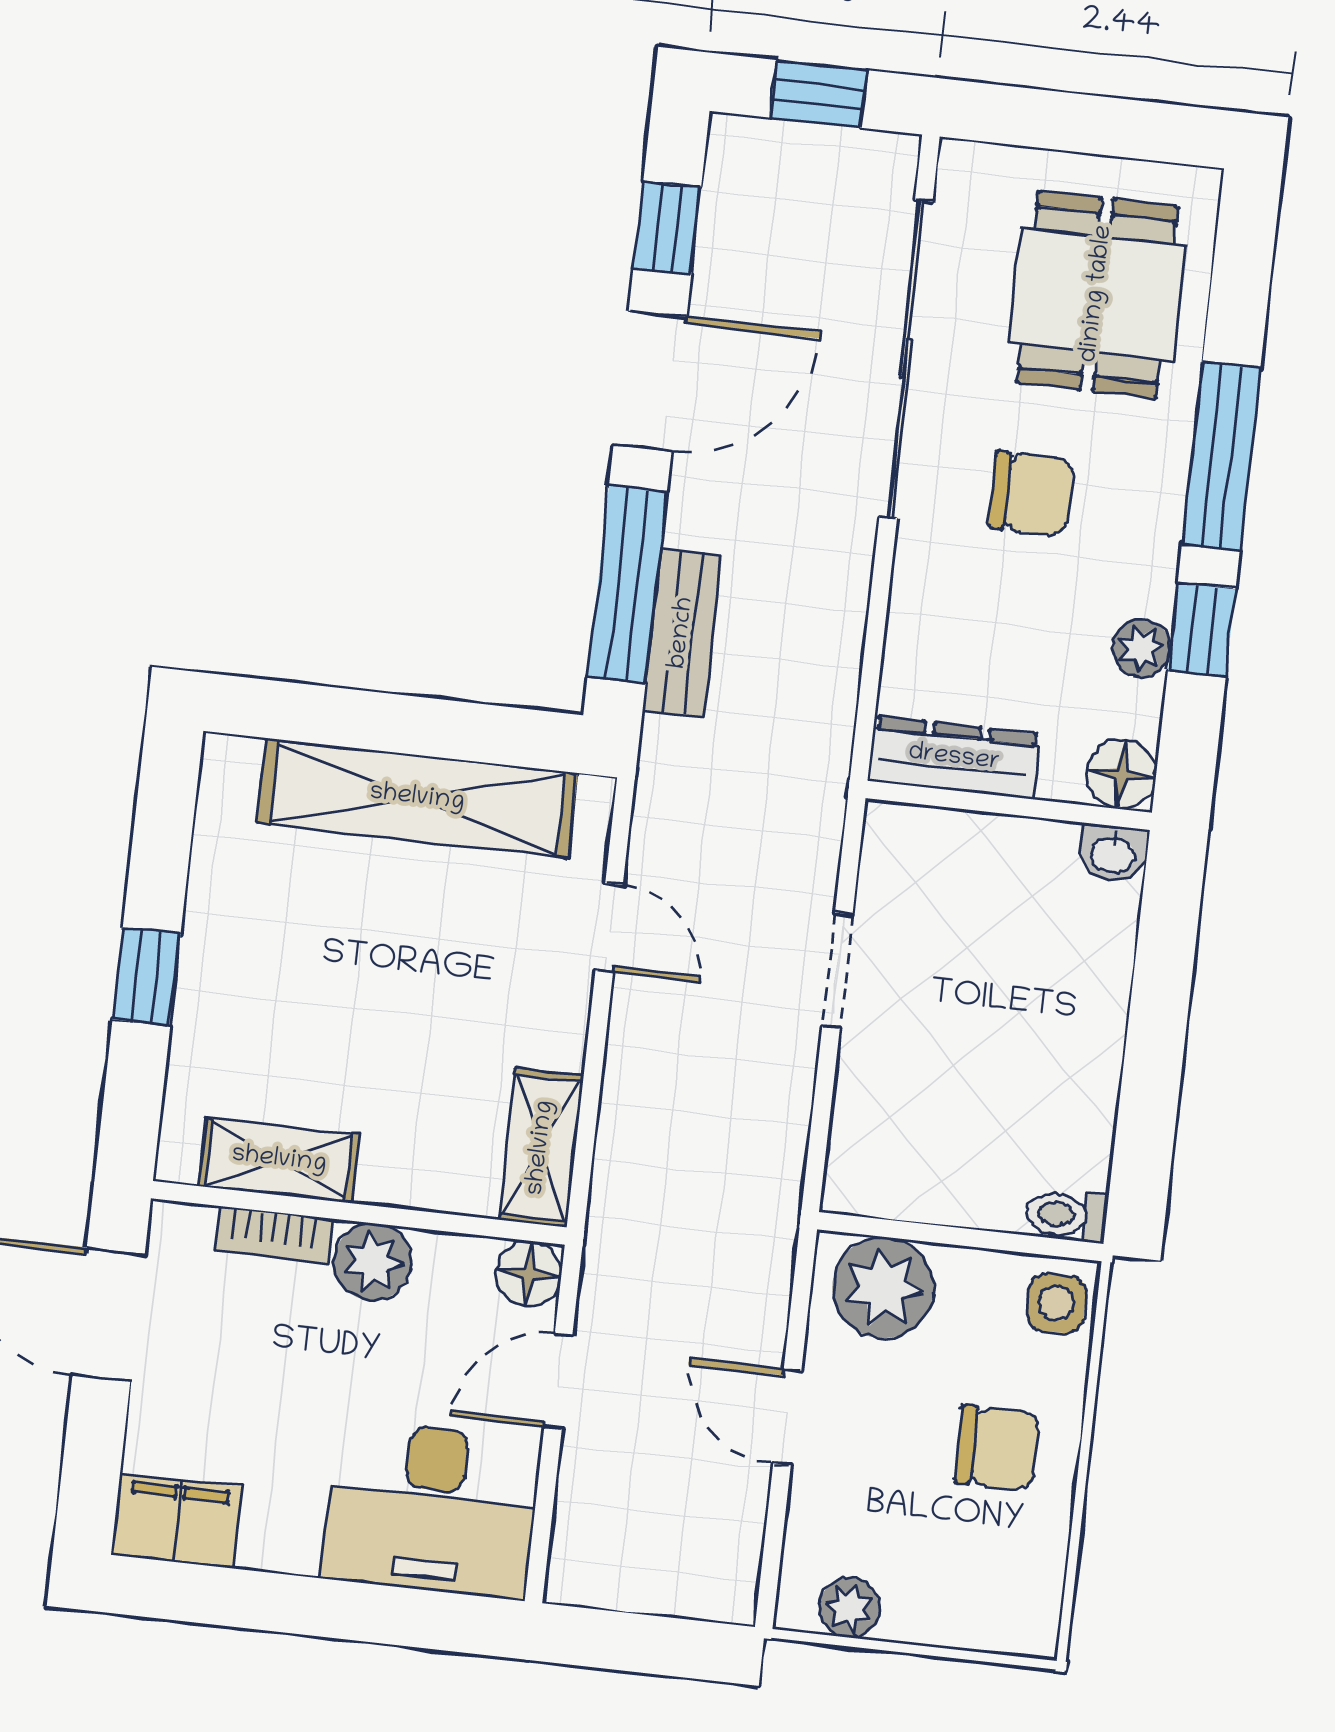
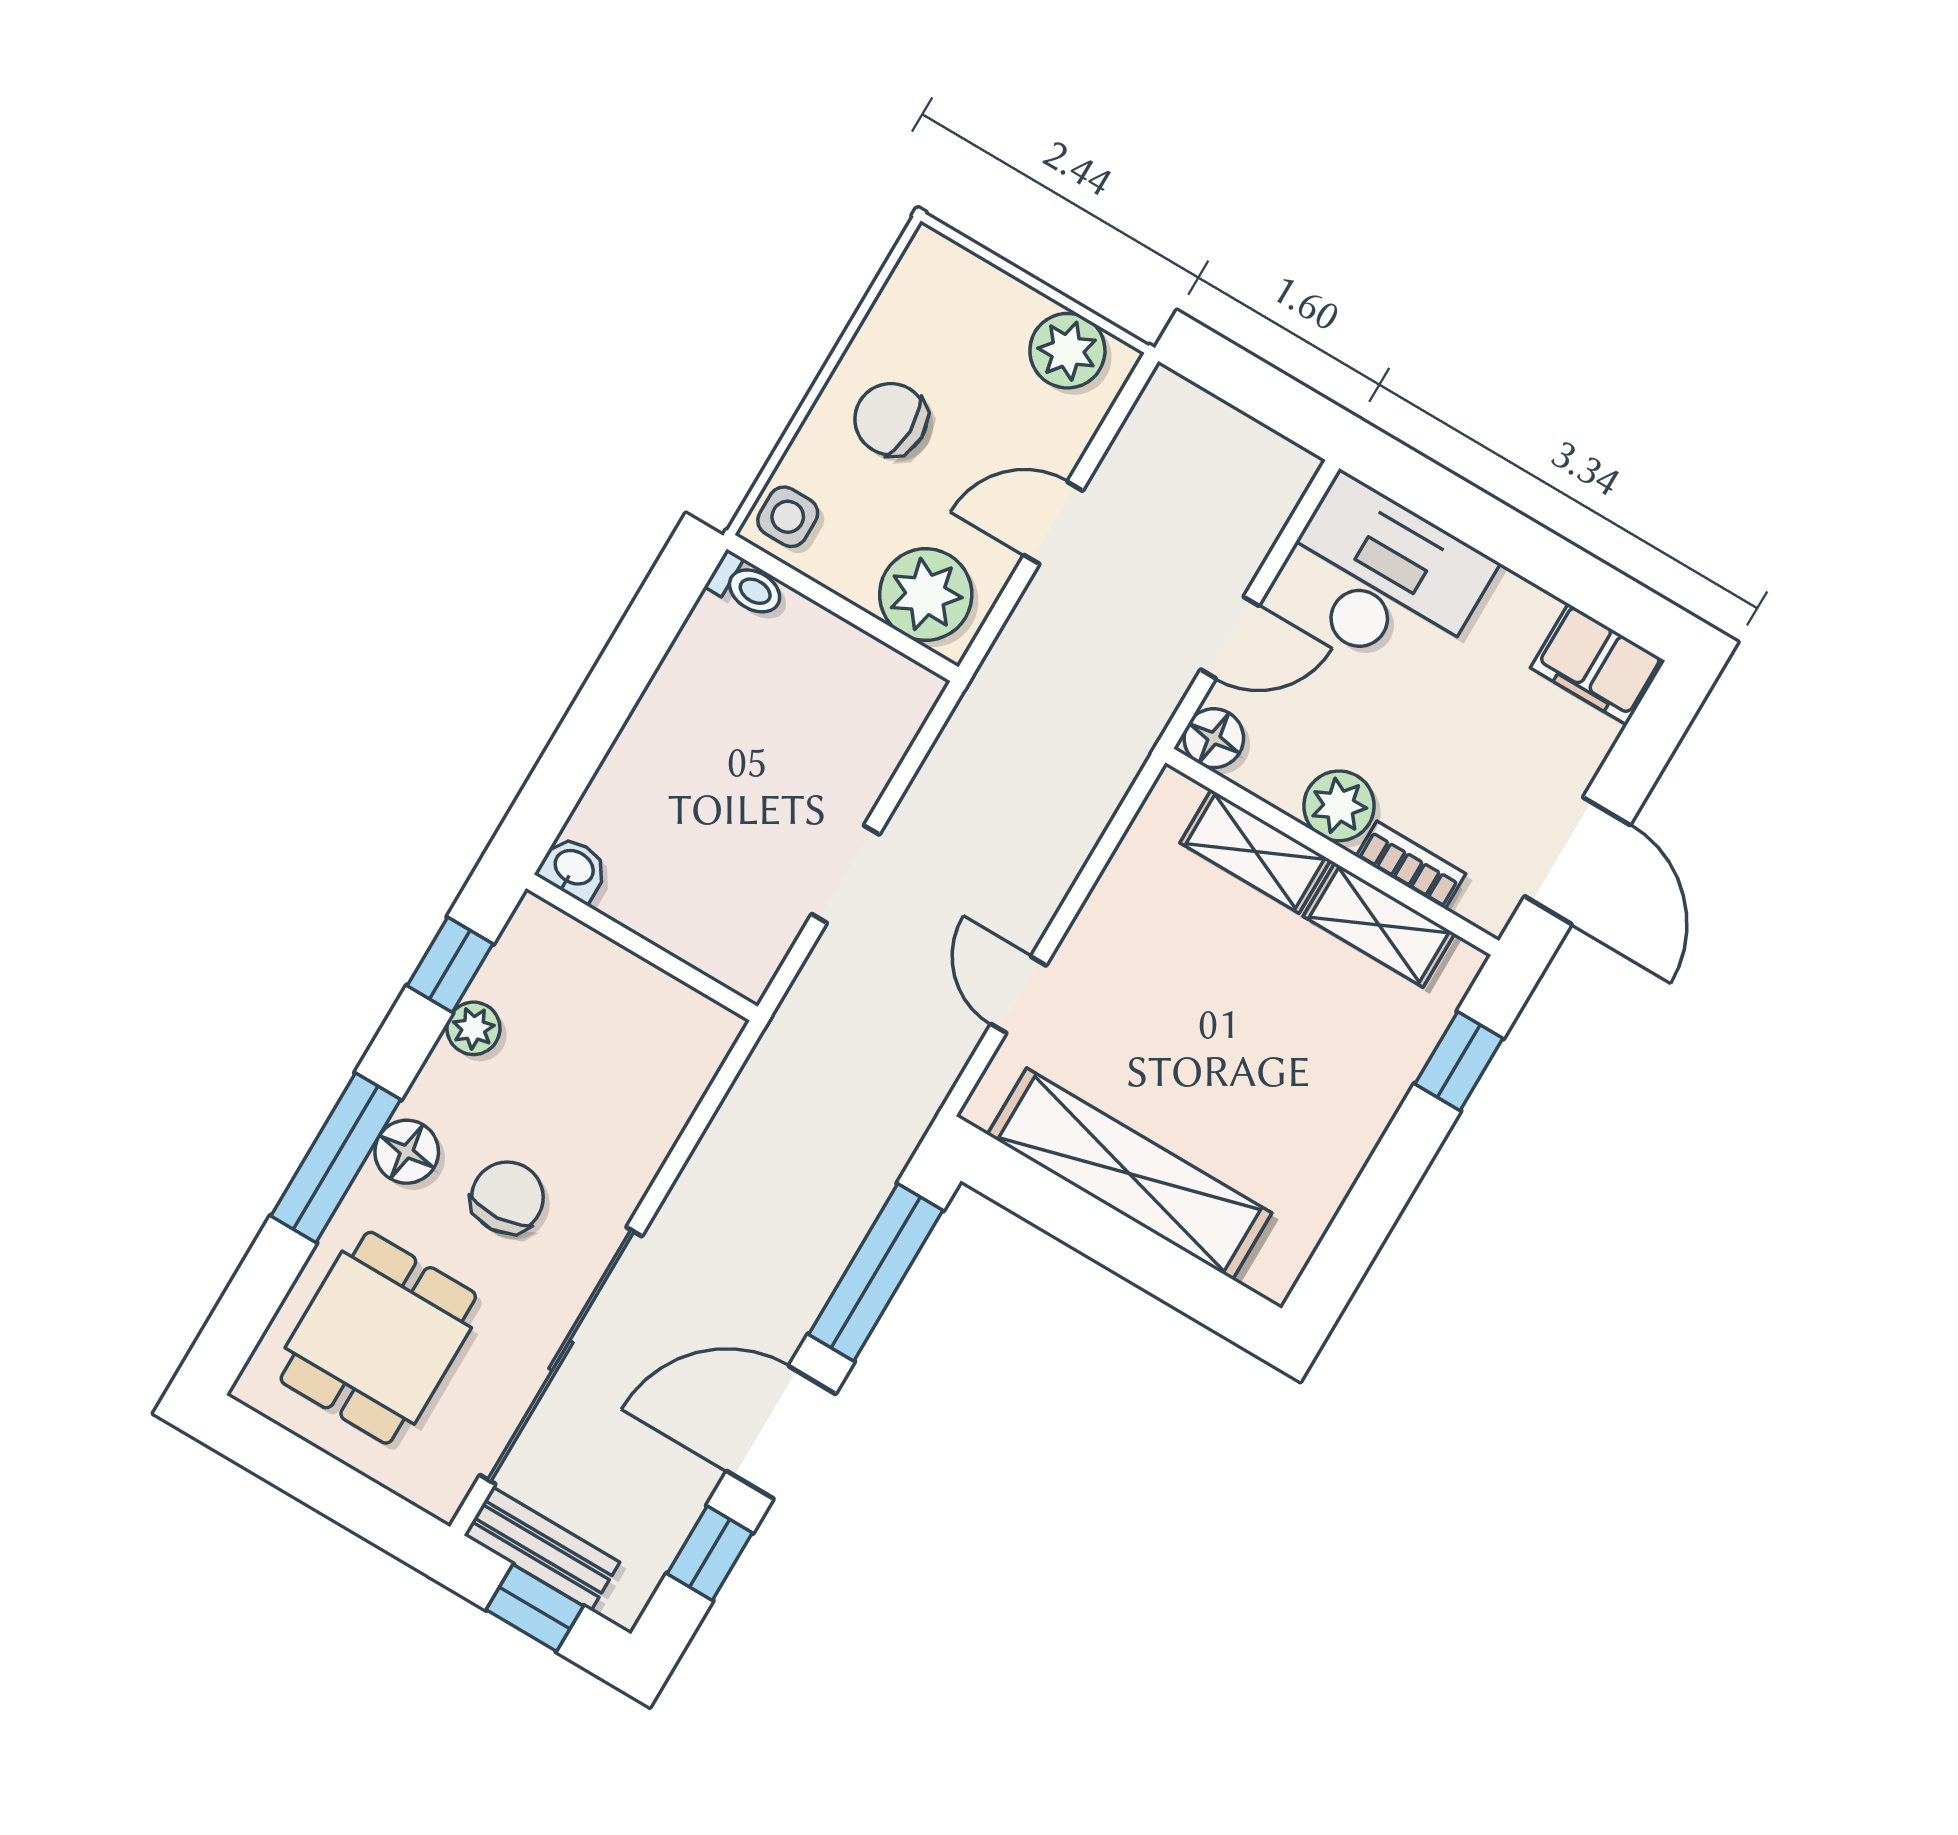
chair: (1031, 494) -> (507, 1197), turned 86
window: (1202, 630) -> (450, 965), moved
bench: (682, 633) -> (542, 1549), moved, turned 90
dresser: (954, 758) -> (669, 1007), removed
floor lamp: (1121, 774) -> (407, 1152), moved
window: (146, 977) -> (1459, 1061), moved
shelving: (541, 1148) -> (1255, 851), moved, turned 90
door: (787, 1417) -> (1053, 523), swing flipped
plant: (849, 1608) -> (1067, 351), width x1.38, depth x1.38

